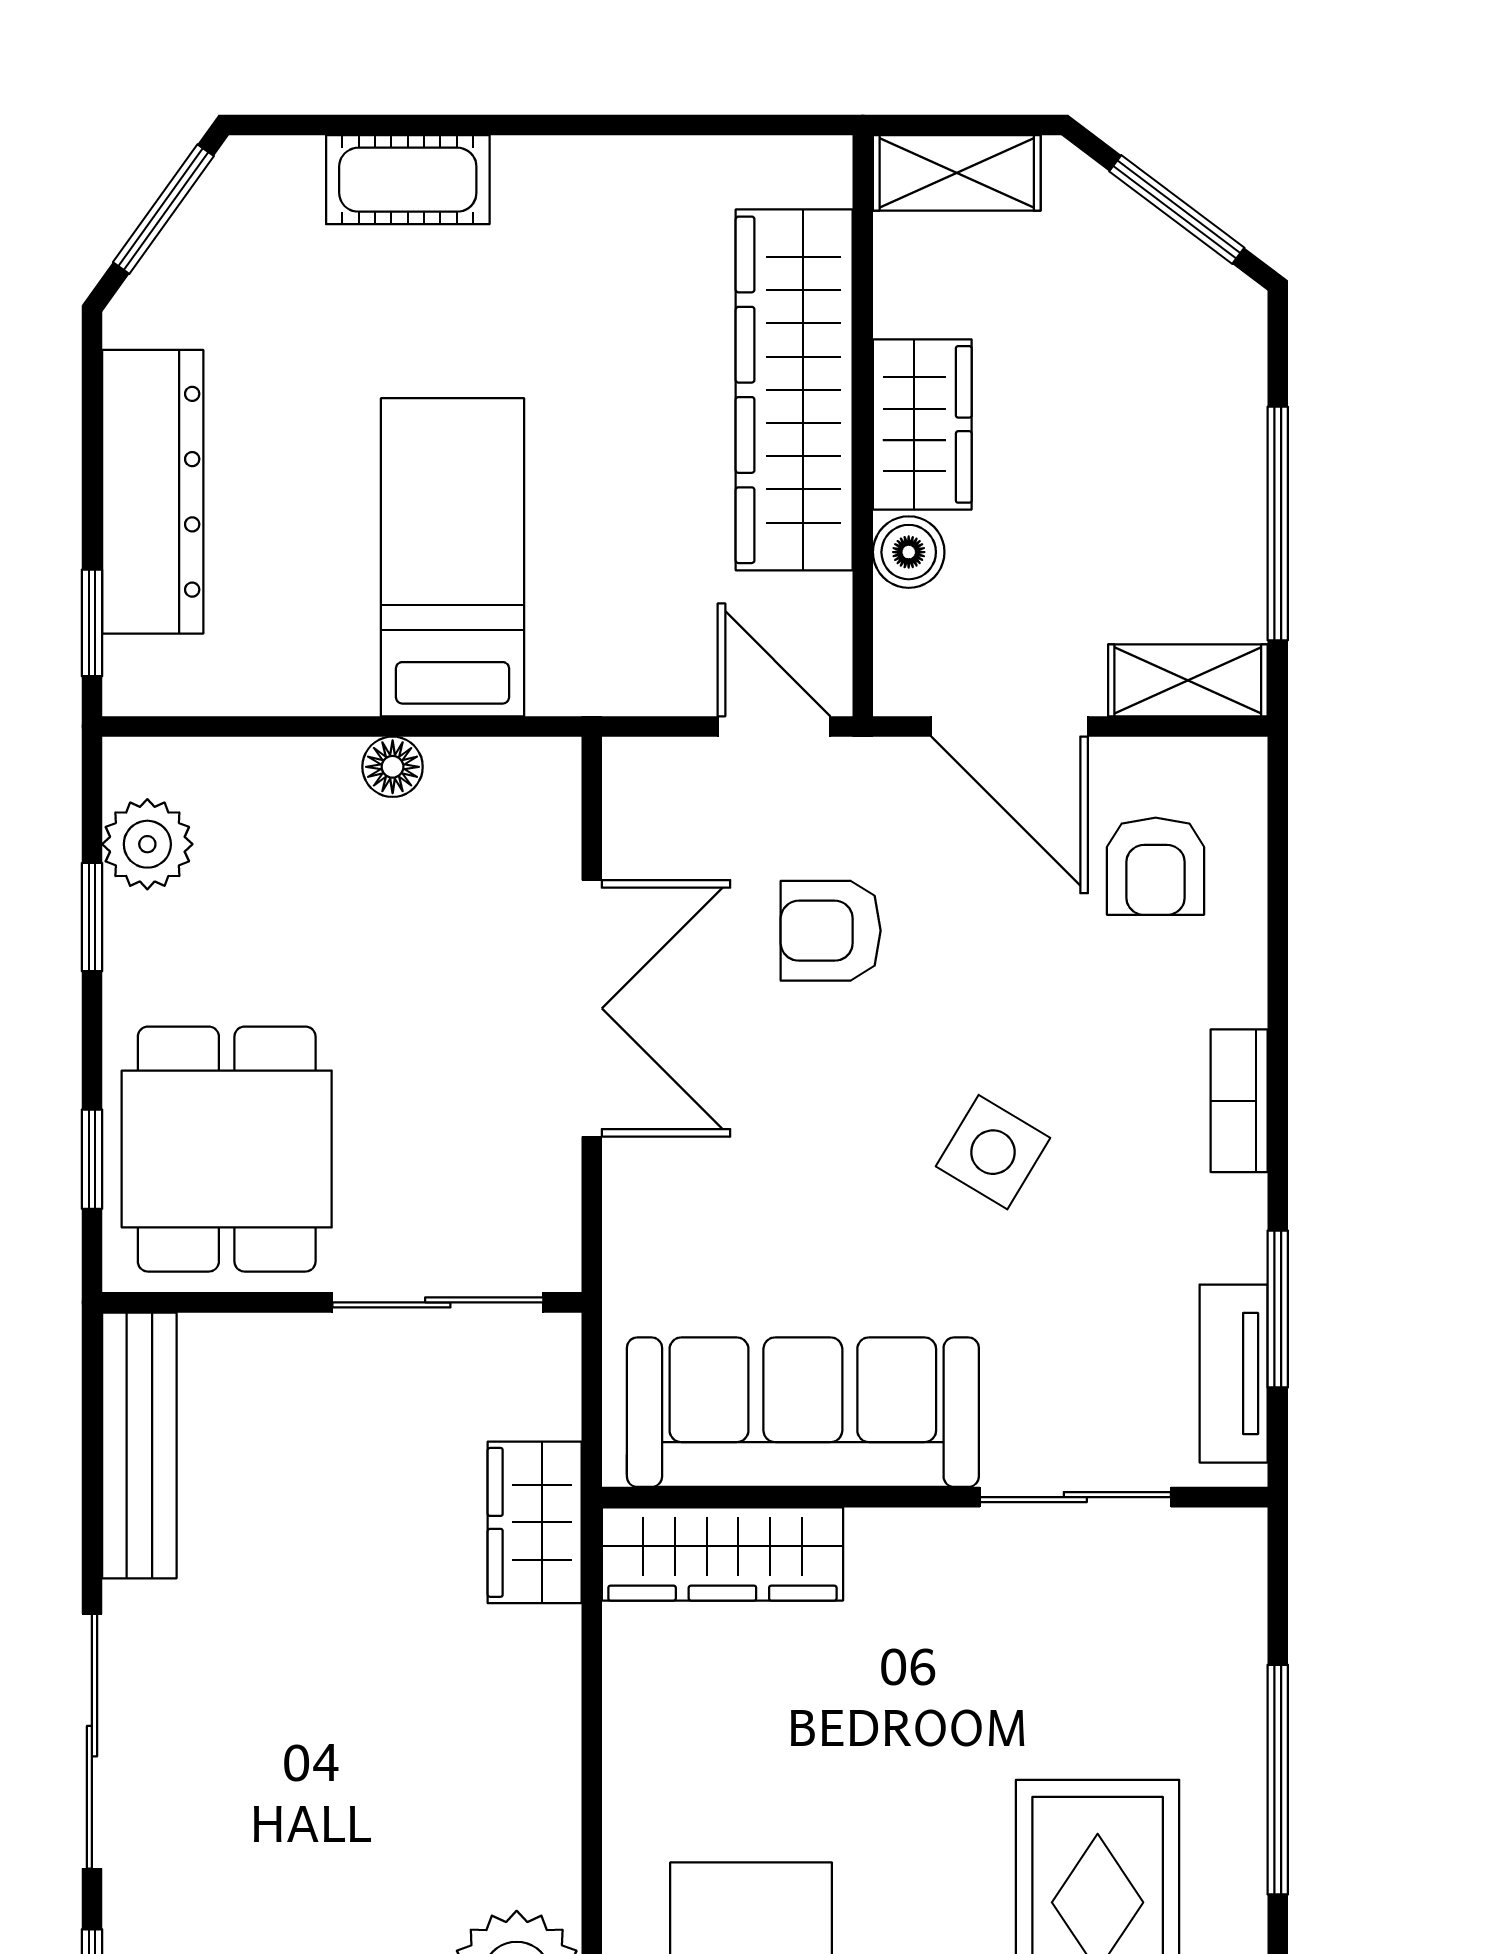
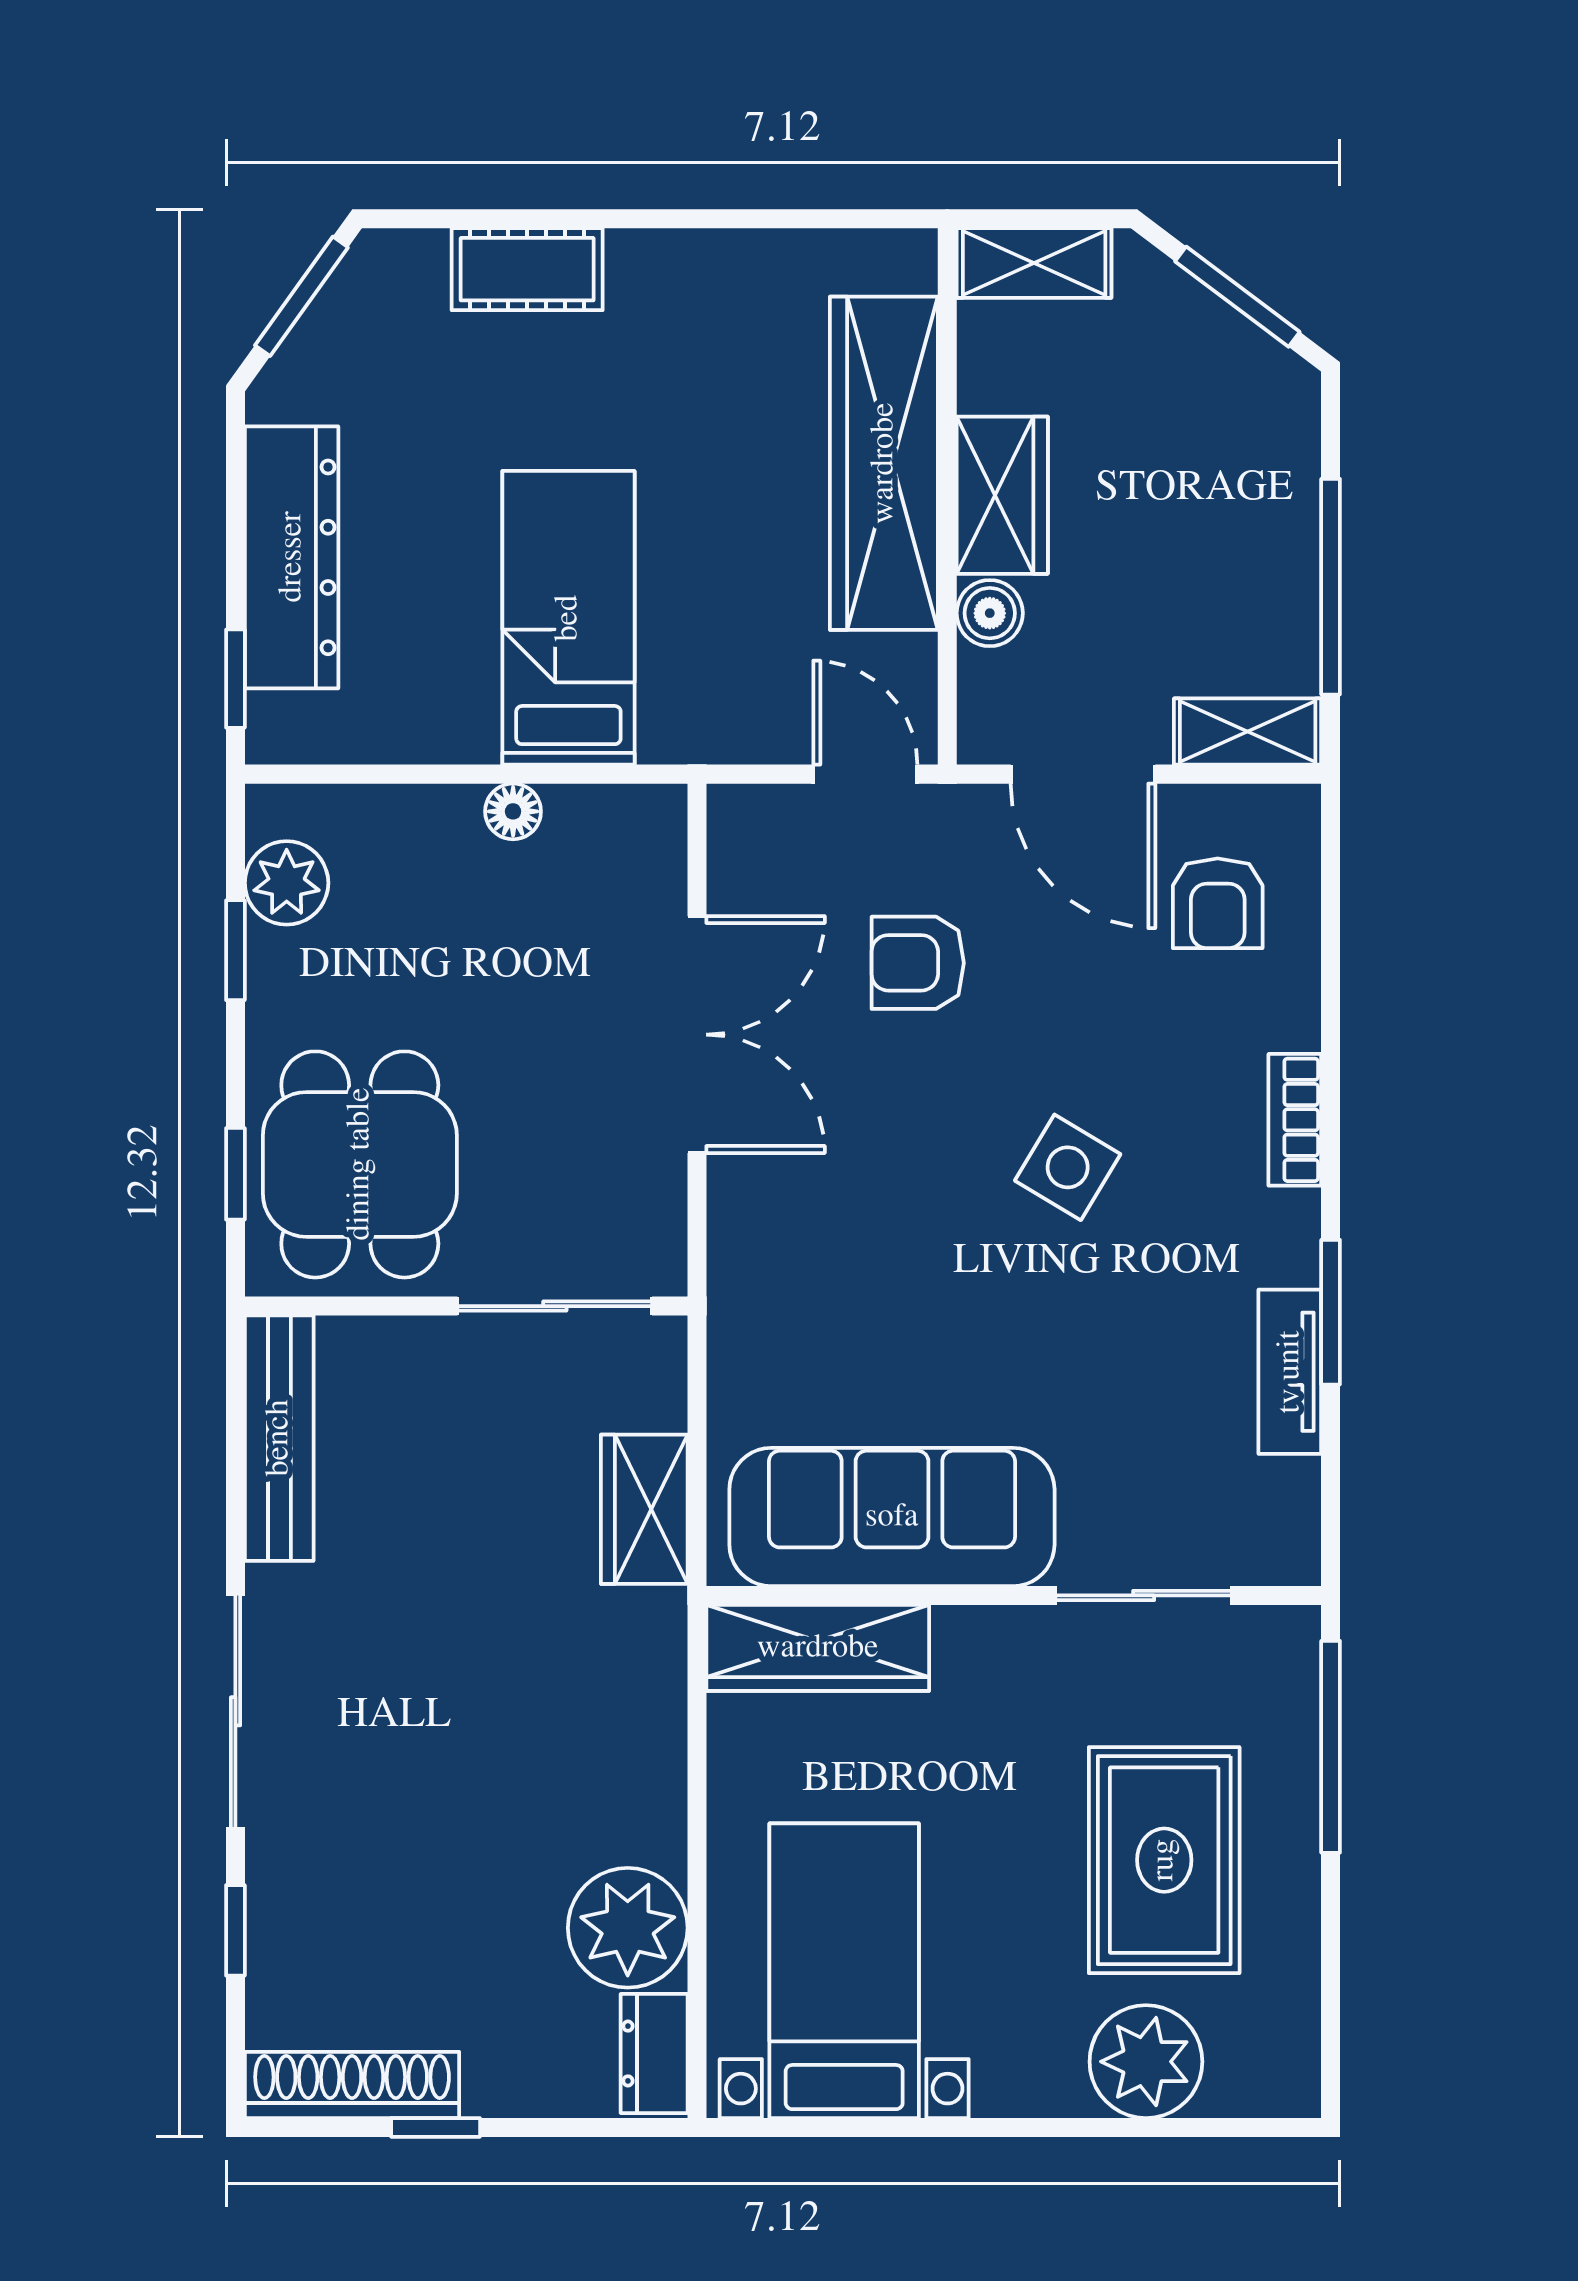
sofa: (803, 1412) -> (892, 1517), moved
wall: (935, 1497) -> (1014, 1595), moved
sliding door: (1075, 1497) -> (1144, 1595), moved
wardrobe: (722, 1554) -> (818, 1648), moved

